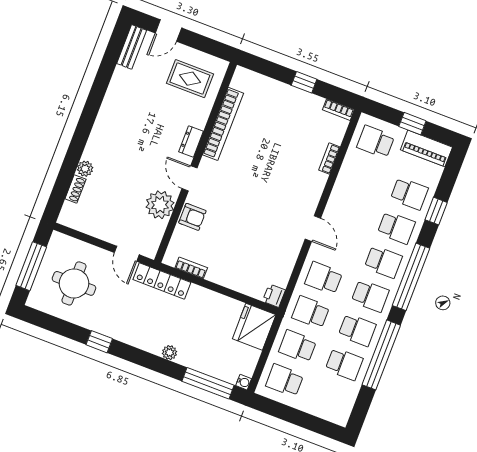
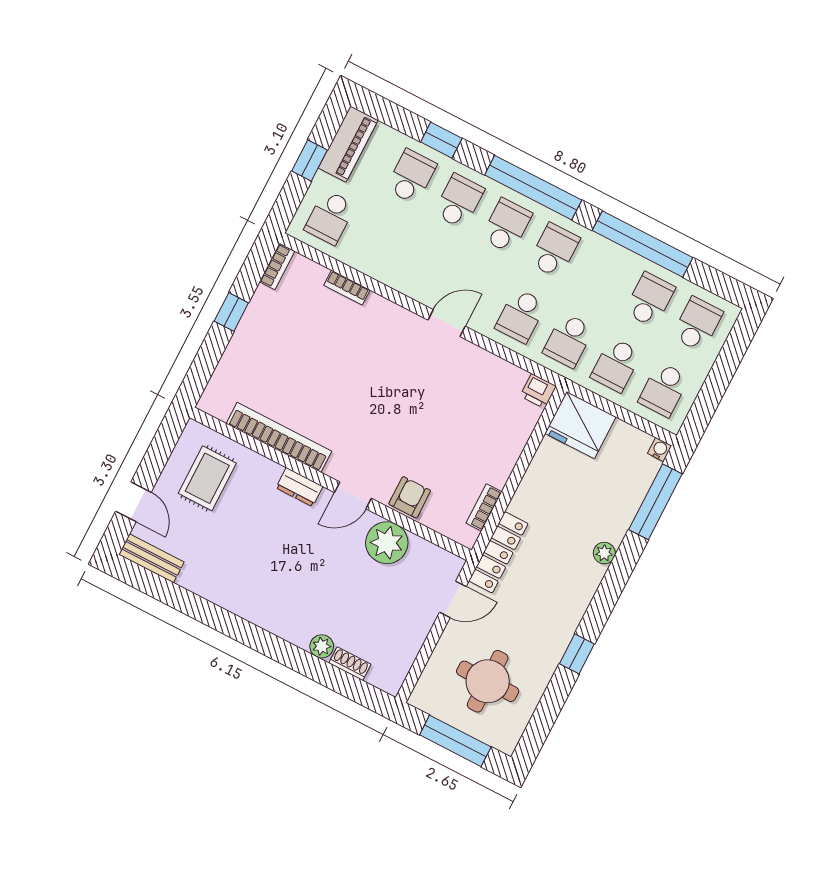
school desk: (357, 330) -> (697, 324), moved

